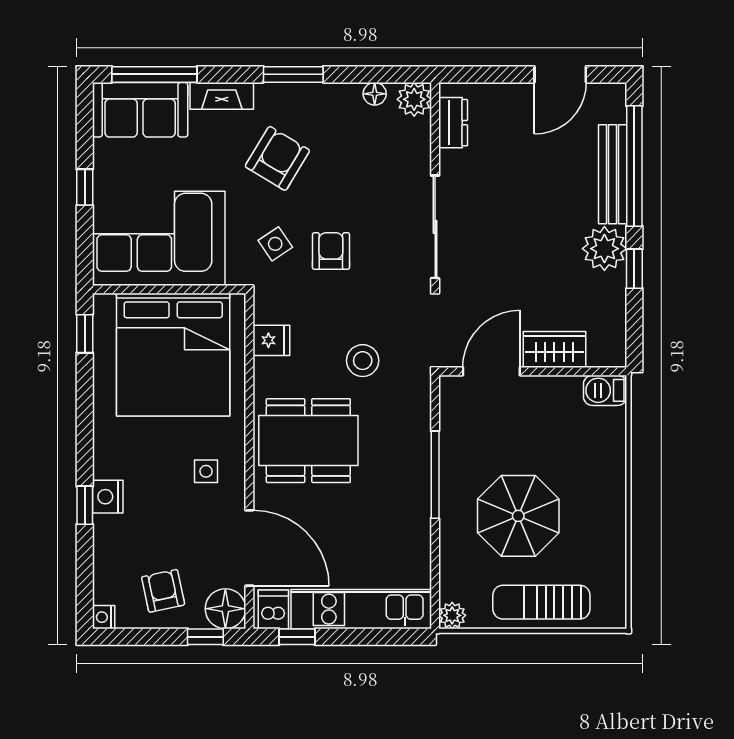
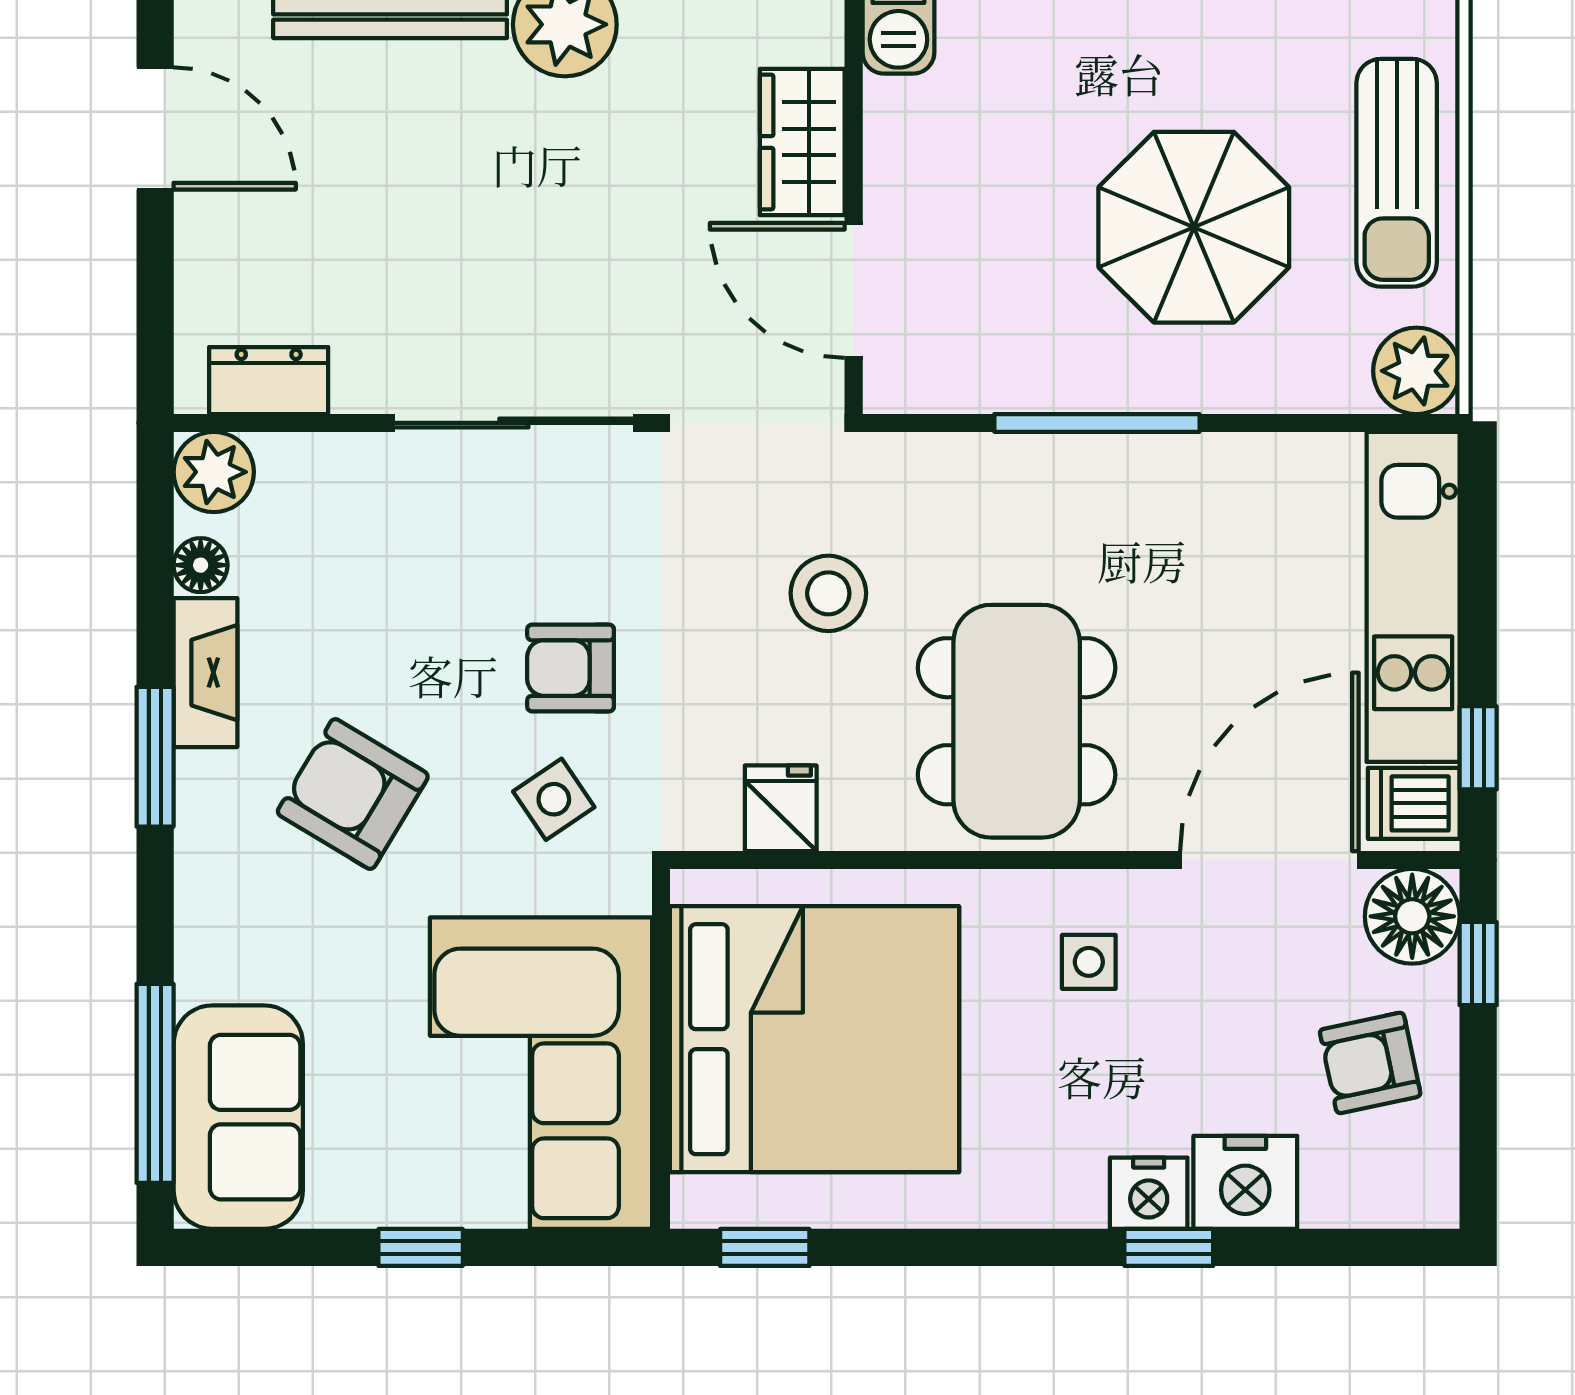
fireplace: (222, 96) -> (205, 673), moved
plant: (452, 615) -> (1416, 371), width x1.38, depth x1.38
nightstand: (104, 617) -> (1245, 1182), moved, width x1.89, depth x1.79

